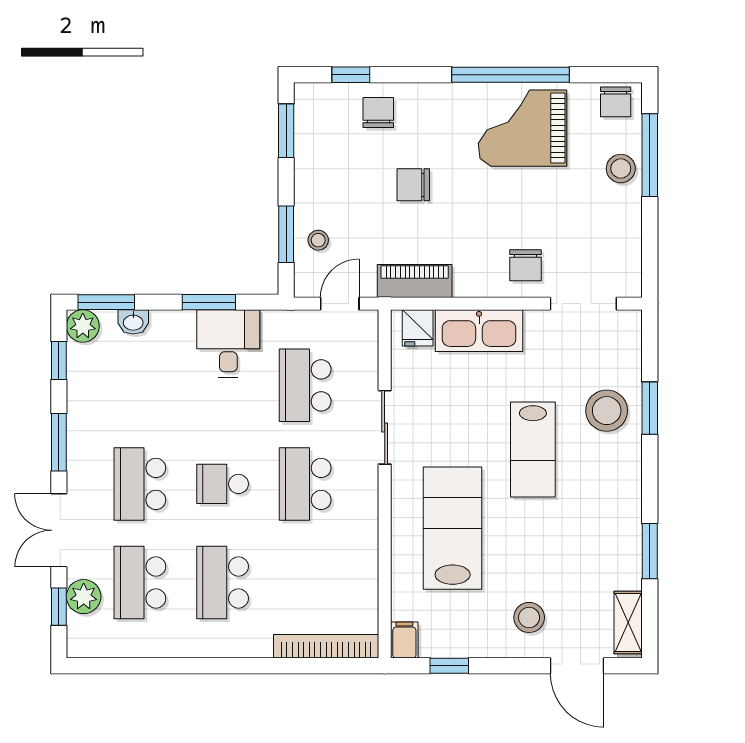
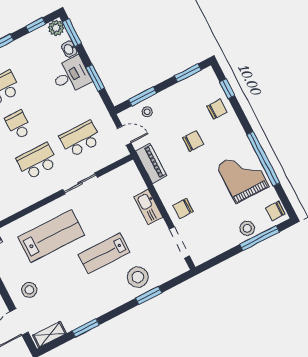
chair: (413, 185) -> (193, 141), turned 90
fridge: (418, 328) -> (131, 175), removed
kitchen sink: (479, 331) -> (148, 207), width x0.73, depth x0.81
desk: (228, 344) -> (71, 75), moved

